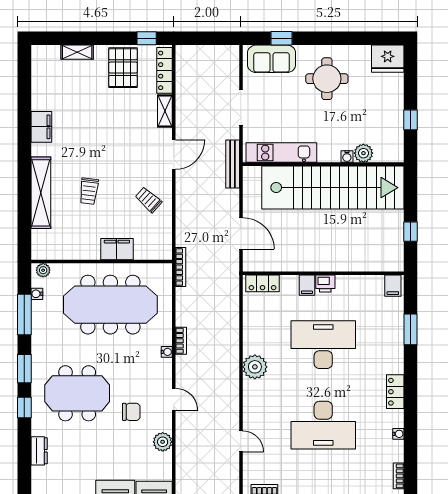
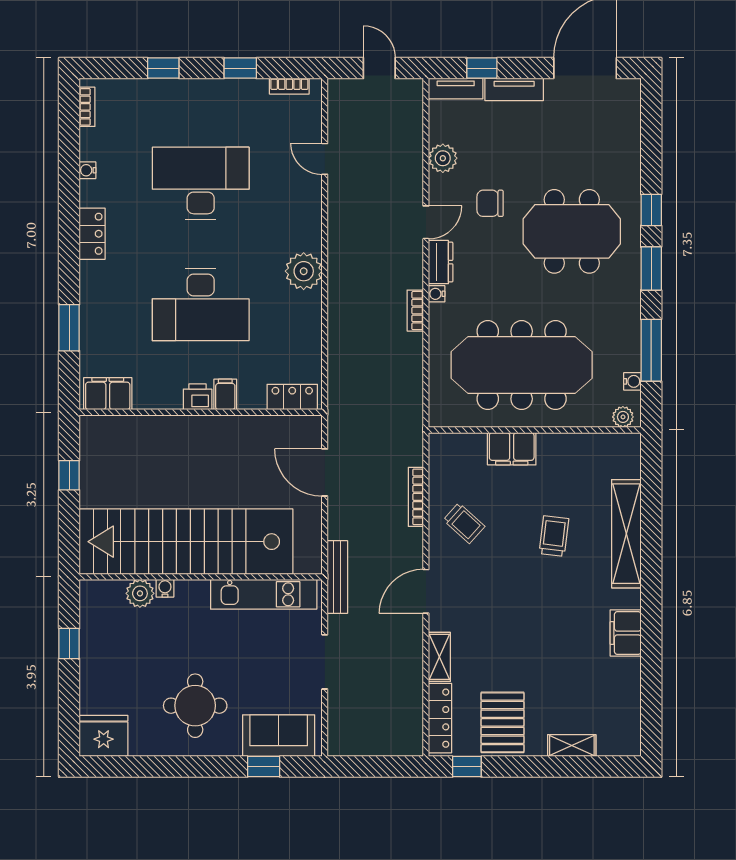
bookcase: (180, 267) -> (416, 497), moved
filing cabinet: (393, 286) -> (108, 394), width x2.00
door: (174, 399) -> (426, 222), swing flipped
dresser: (39, 451) -> (441, 262), moved, turned 180

